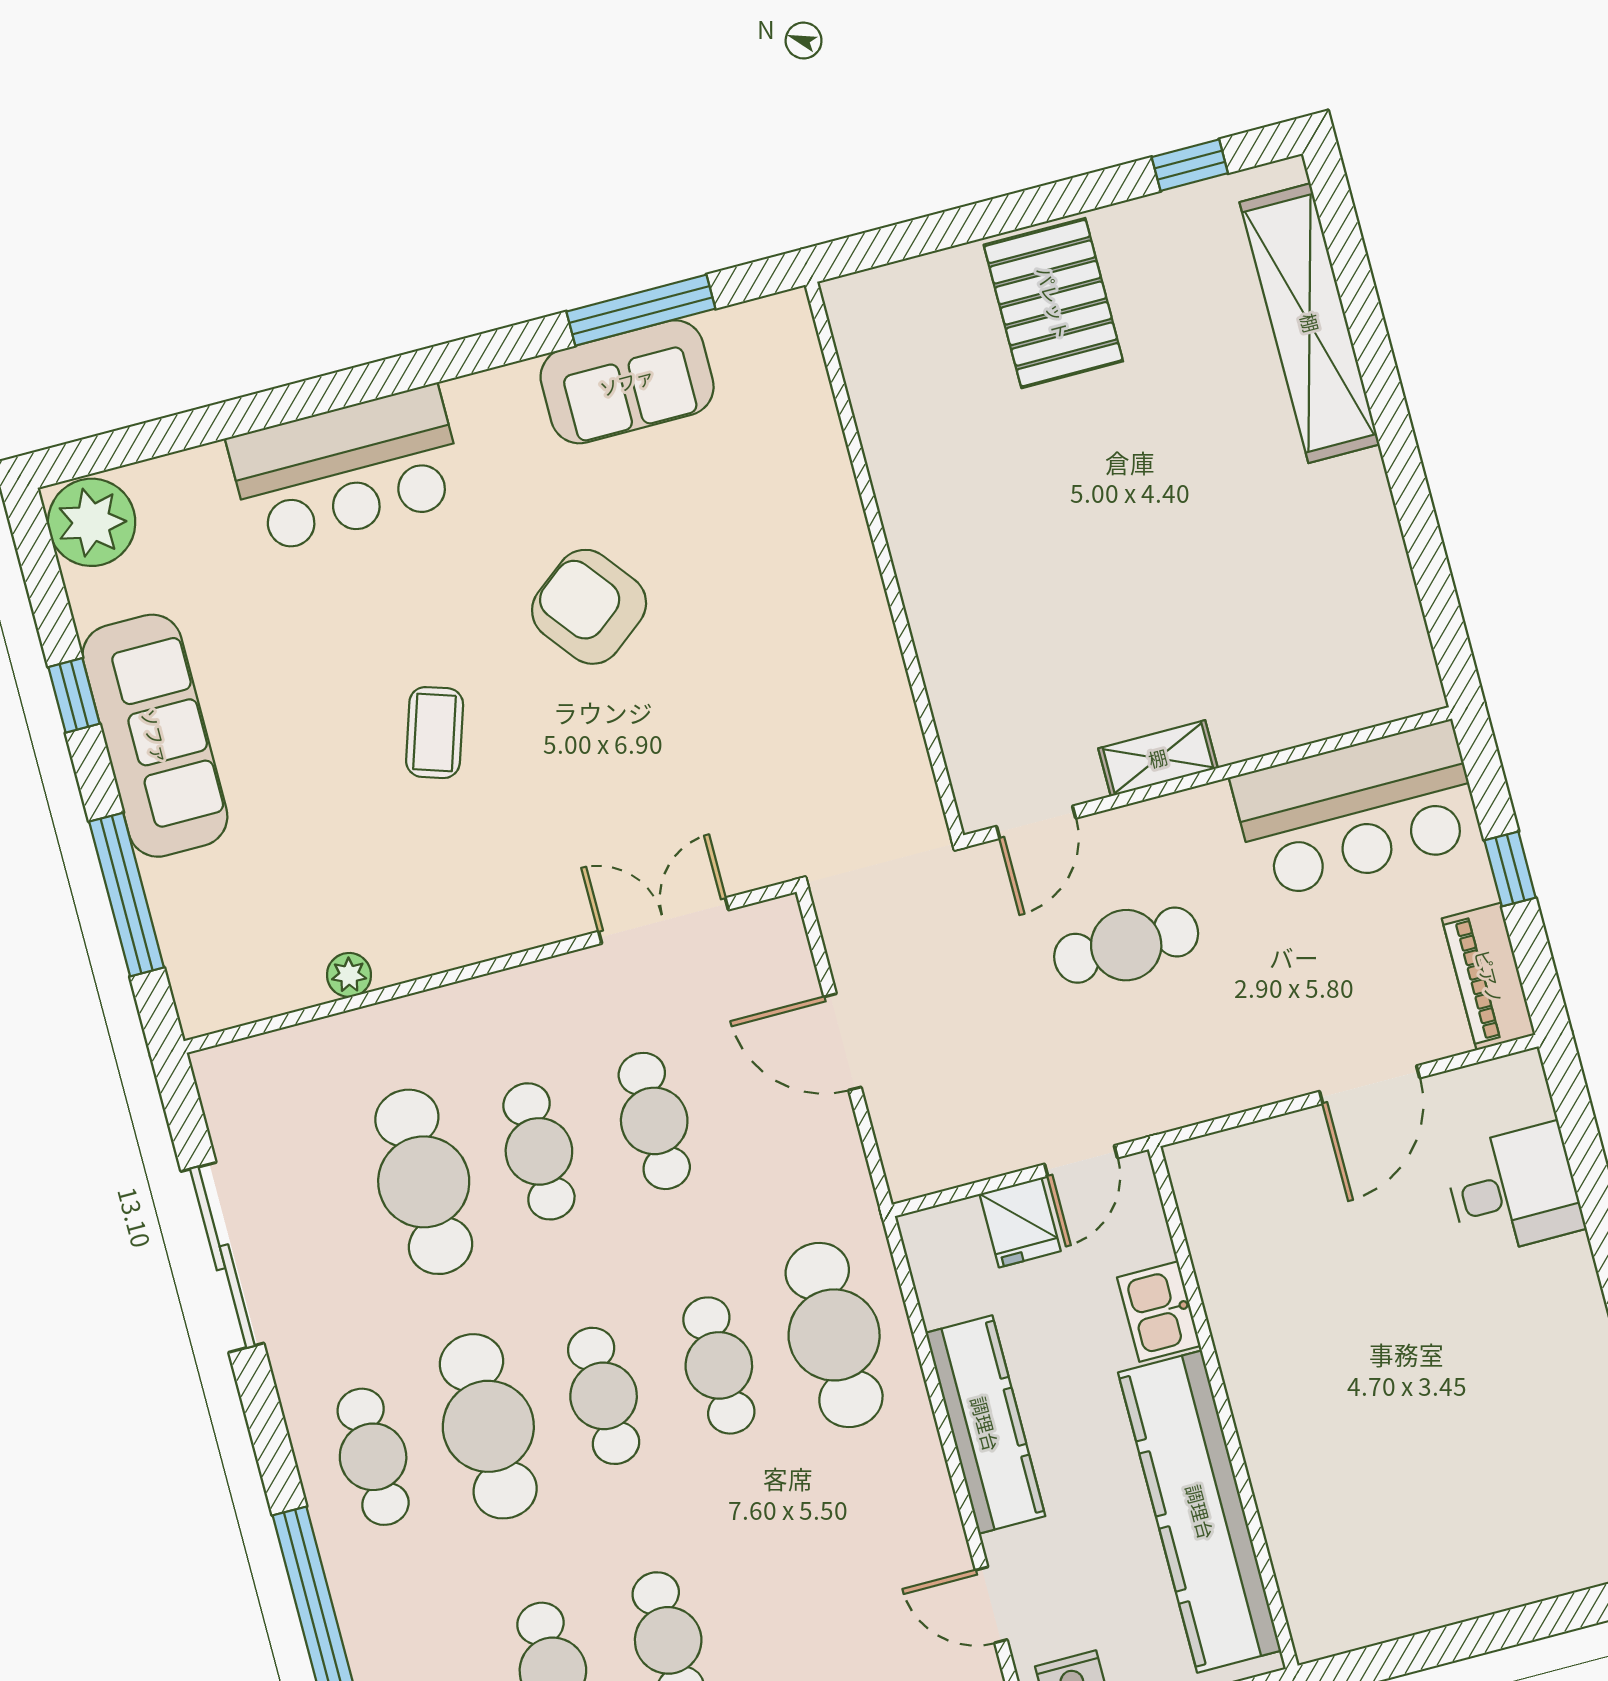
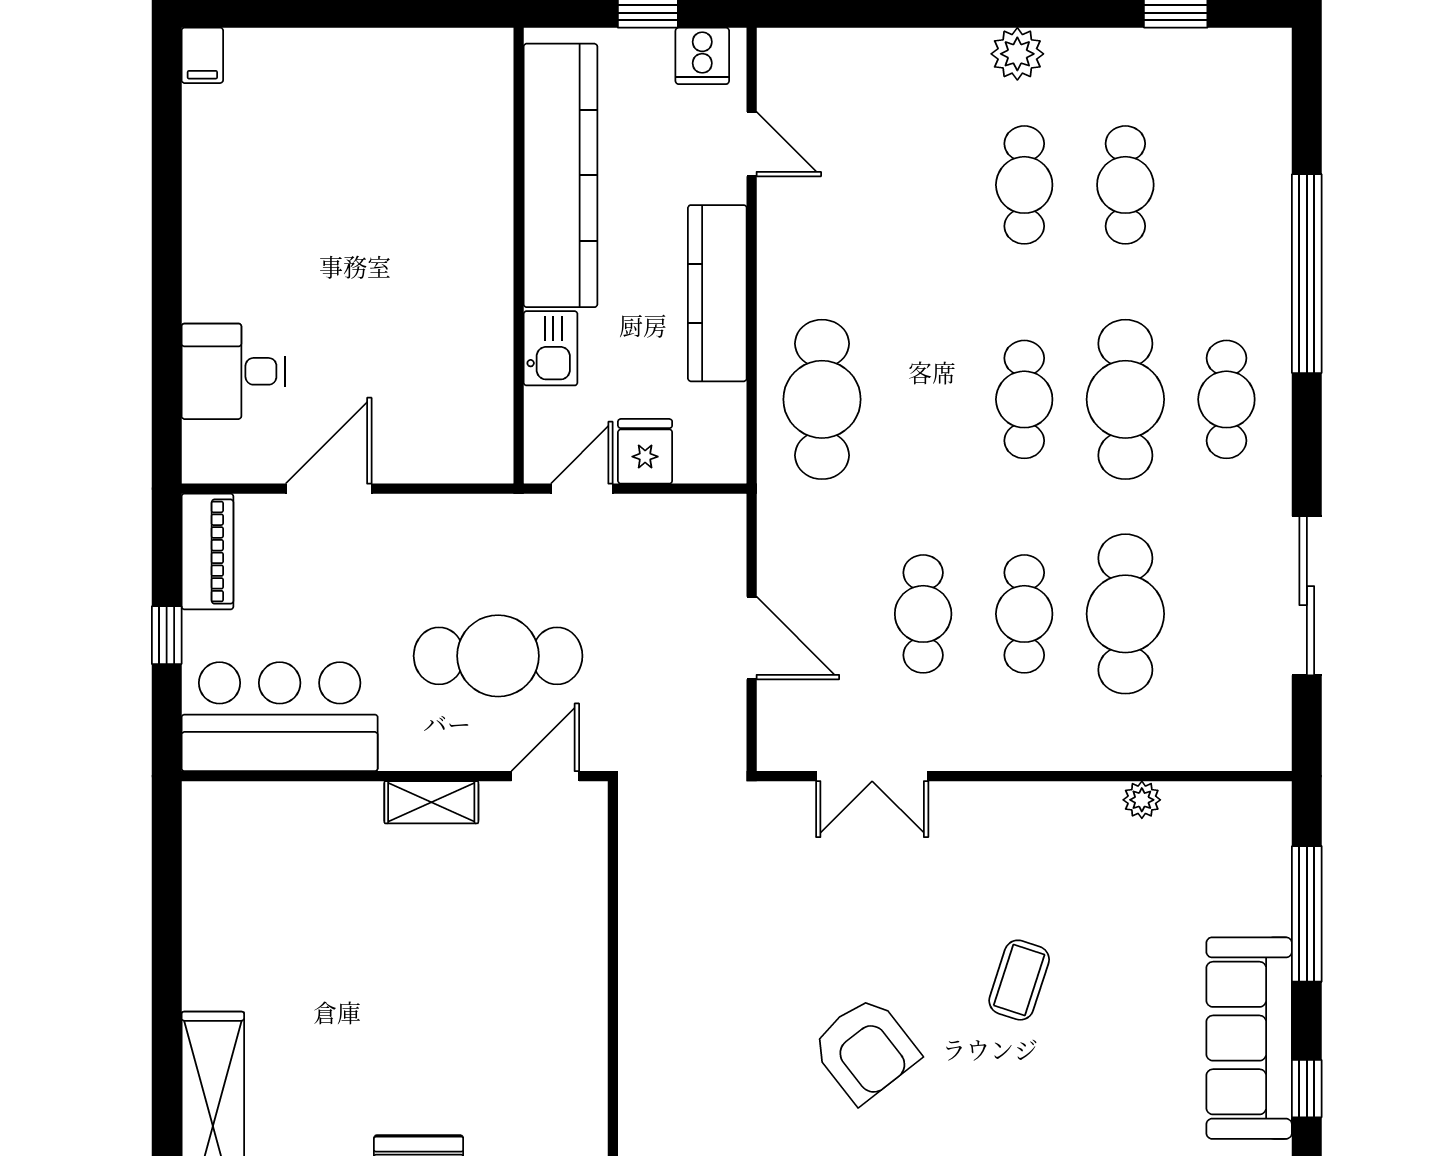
cafe table: (1126, 945) -> (498, 656), width x1.37, depth x1.35
cafe table: (719, 1365) -> (923, 399), removed

